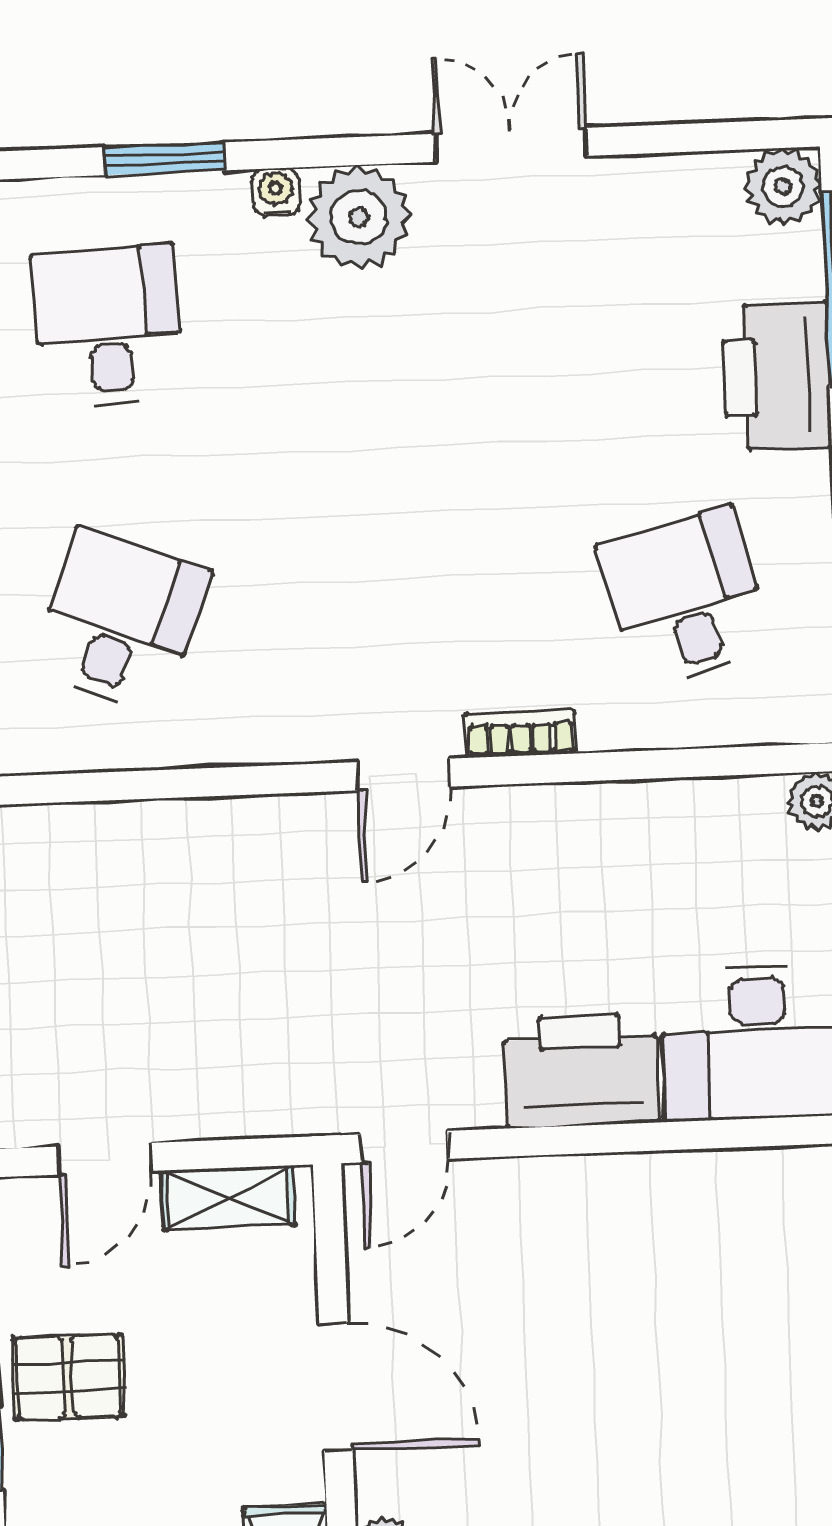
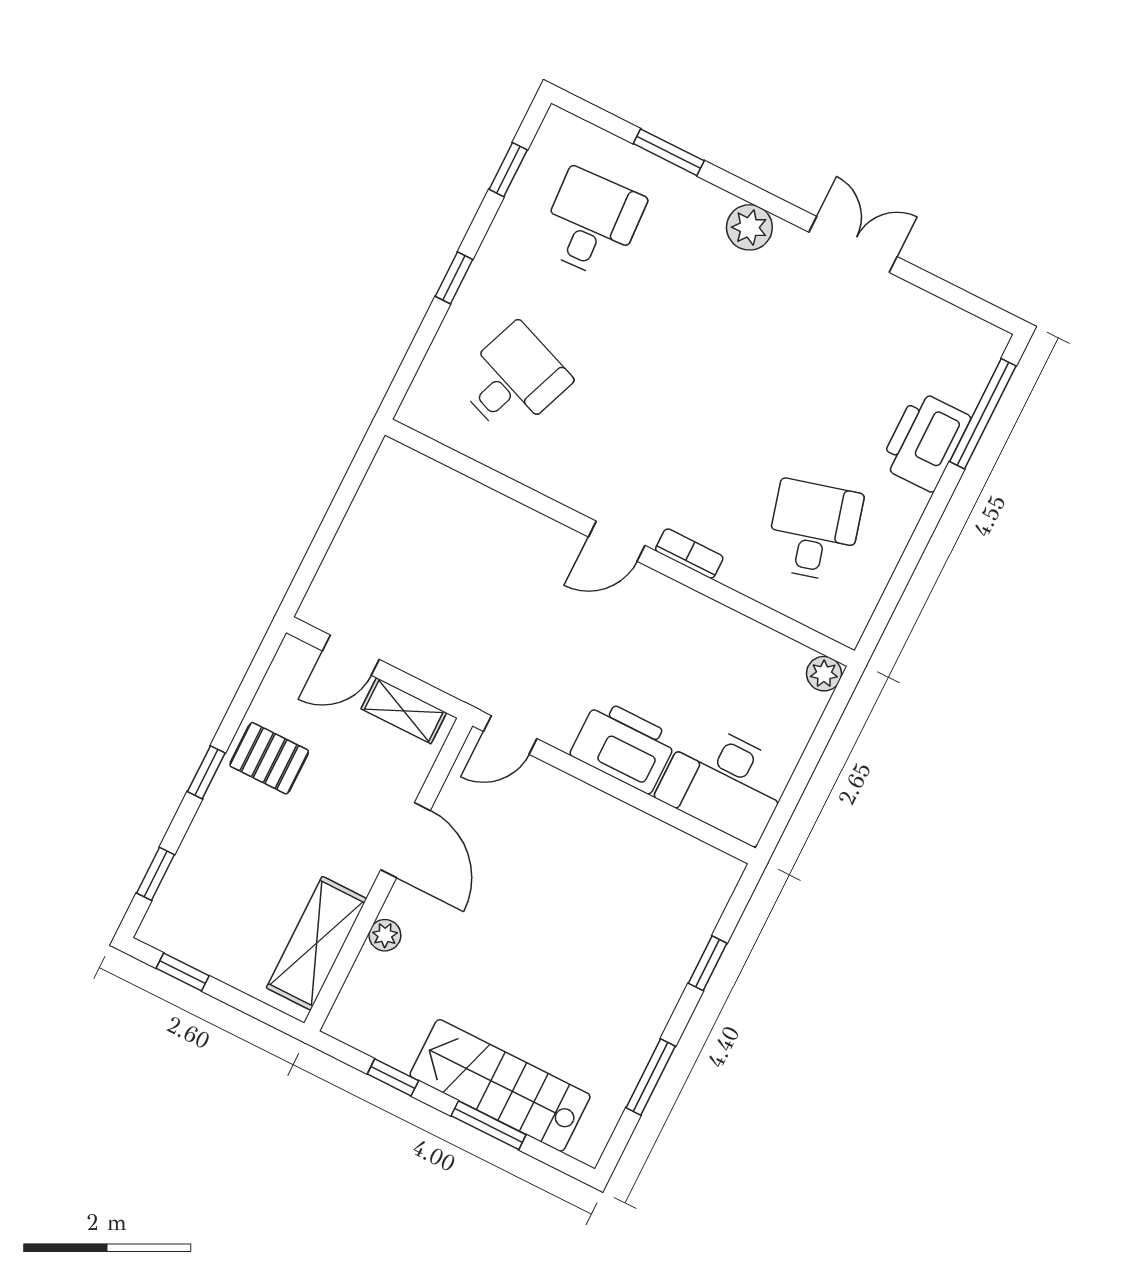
plant: (783, 186) -> (983, 344), removed
water cooler: (276, 192) -> (717, 202), removed
plant: (359, 217) -> (749, 227), width x0.73, depth x0.73

